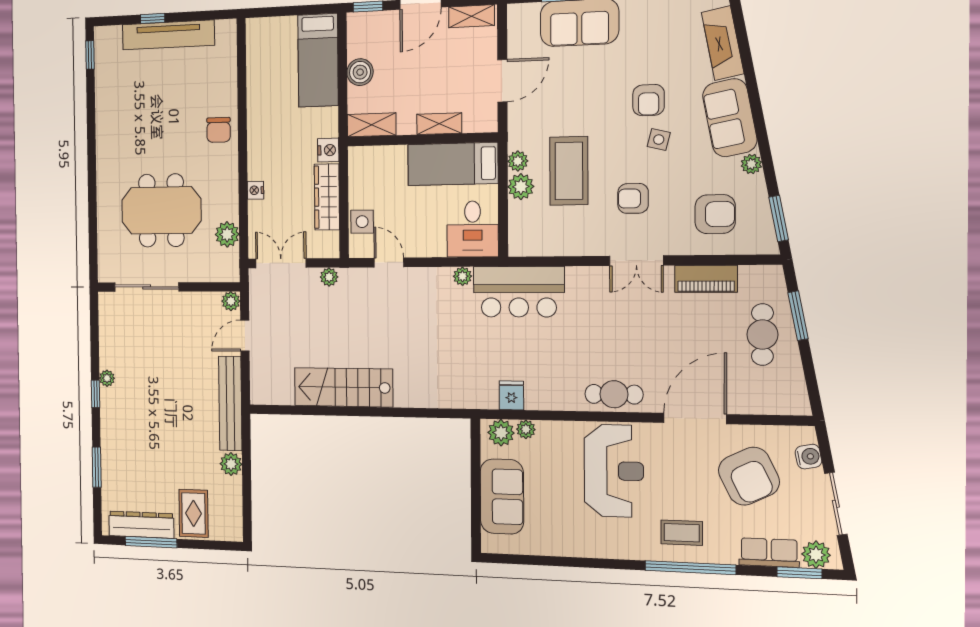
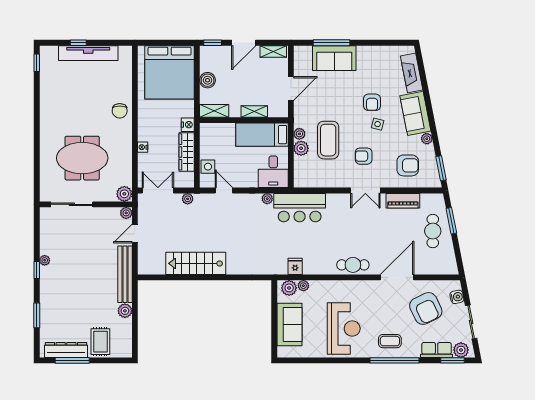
bed: (318, 60) -> (170, 72), width x2.04
plant: (227, 234) -> (124, 194), moved
reception desk: (614, 471) -> (344, 329), moved

